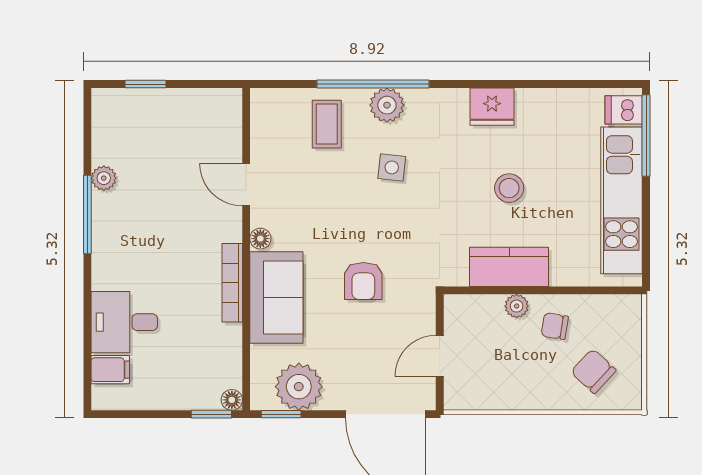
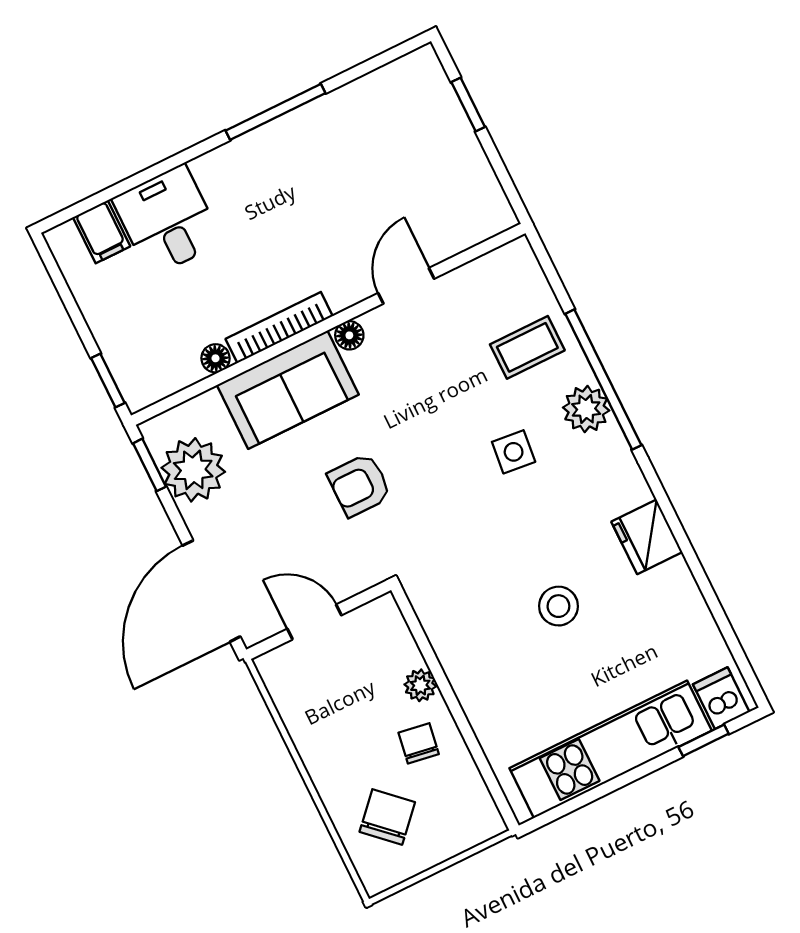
window: (646, 135) -> (704, 740), width x0.46
plant: (104, 178) -> (329, 110), removed
kitchen counter: (509, 267) -> (463, 653), removed
floor lamp: (232, 400) -> (216, 358), moved

